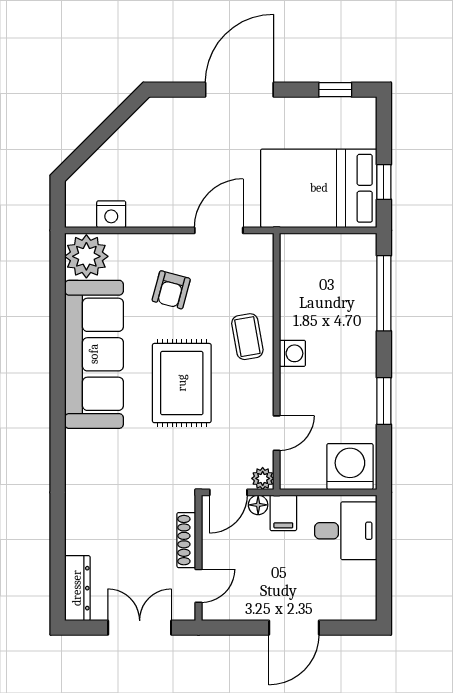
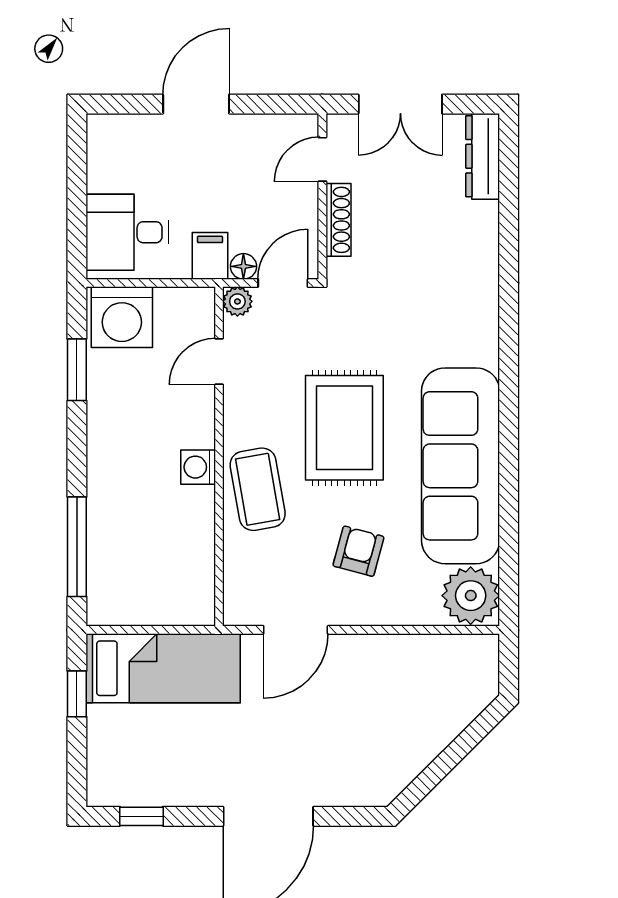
bed: (319, 188) -> (163, 668), width x0.67
nightstand: (111, 214) -> (438, 651), removed
coffee table: (247, 337) -> (258, 489), width x1.36, depth x1.30
window: (384, 401) -> (77, 370), moved

